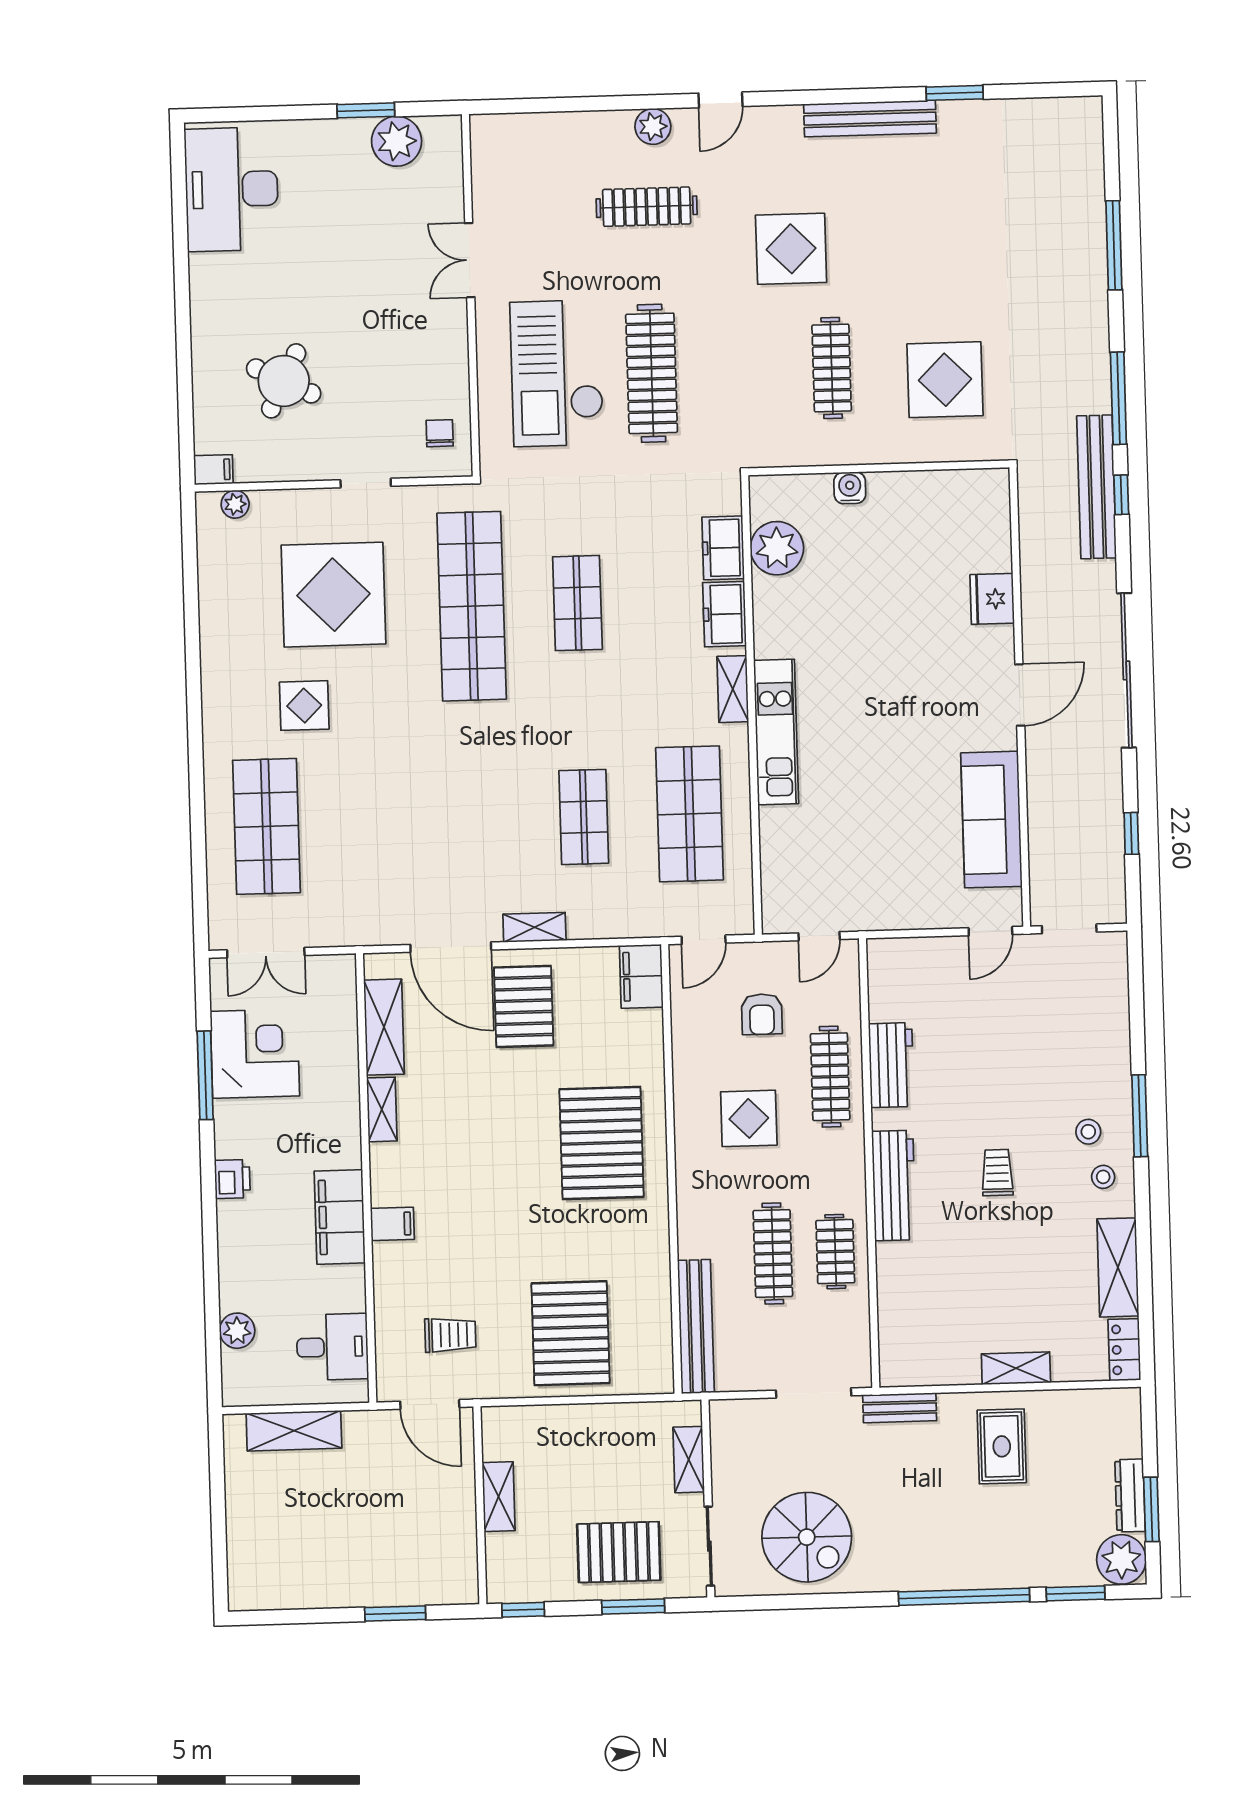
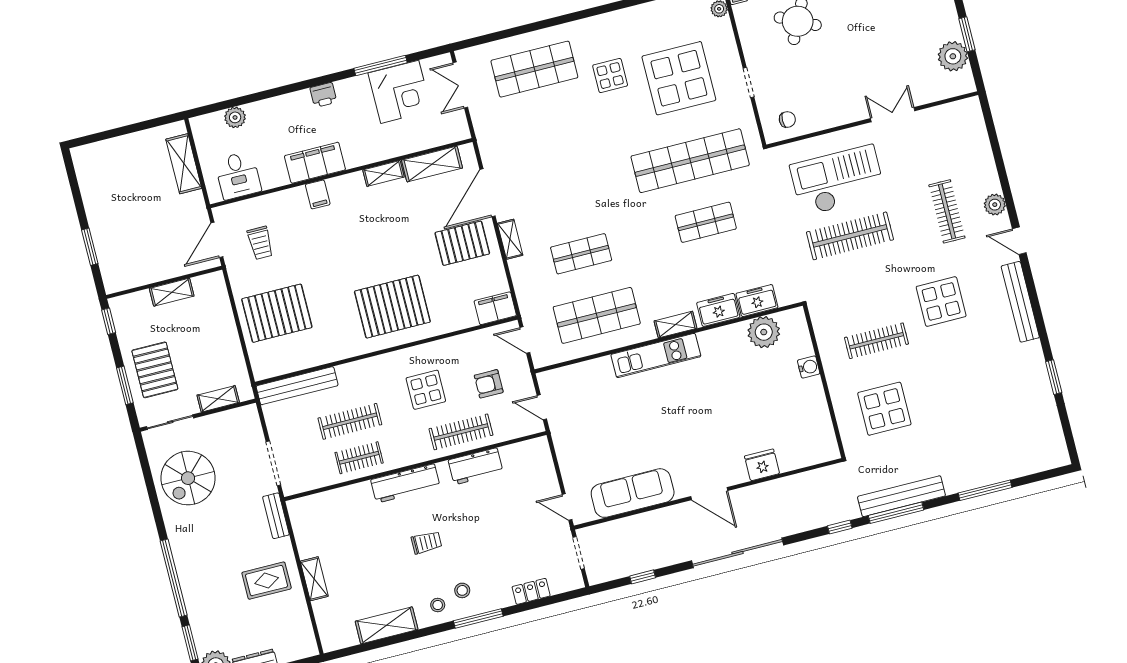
bench: (870, 119) -> (1020, 302), moved
bench: (1097, 487) -> (901, 496), moved
locker: (1124, 1350) -> (531, 591), moved

